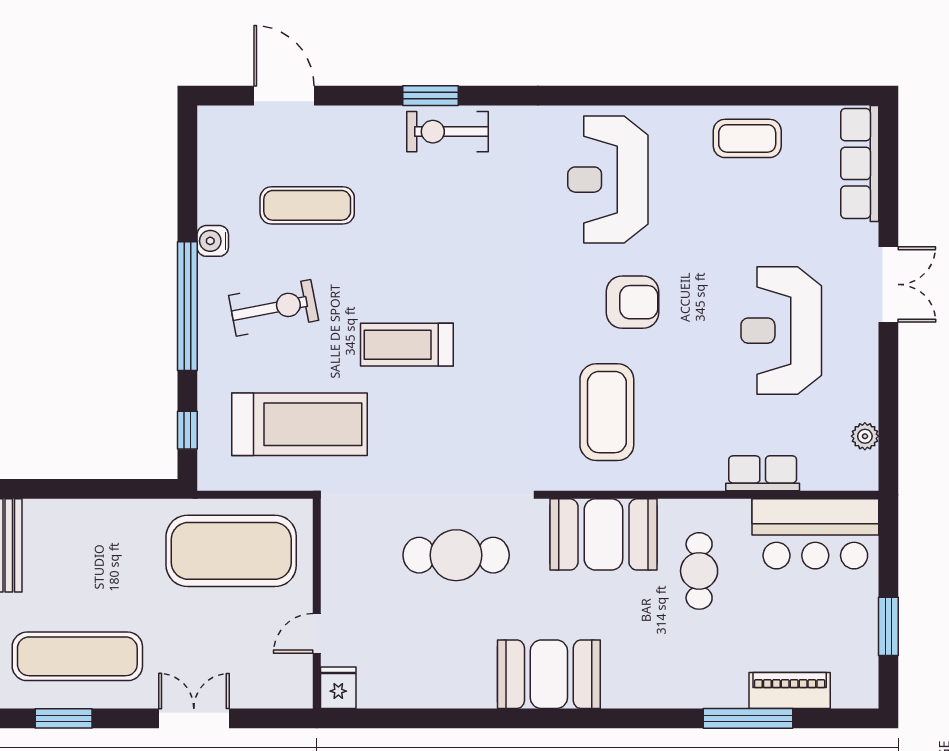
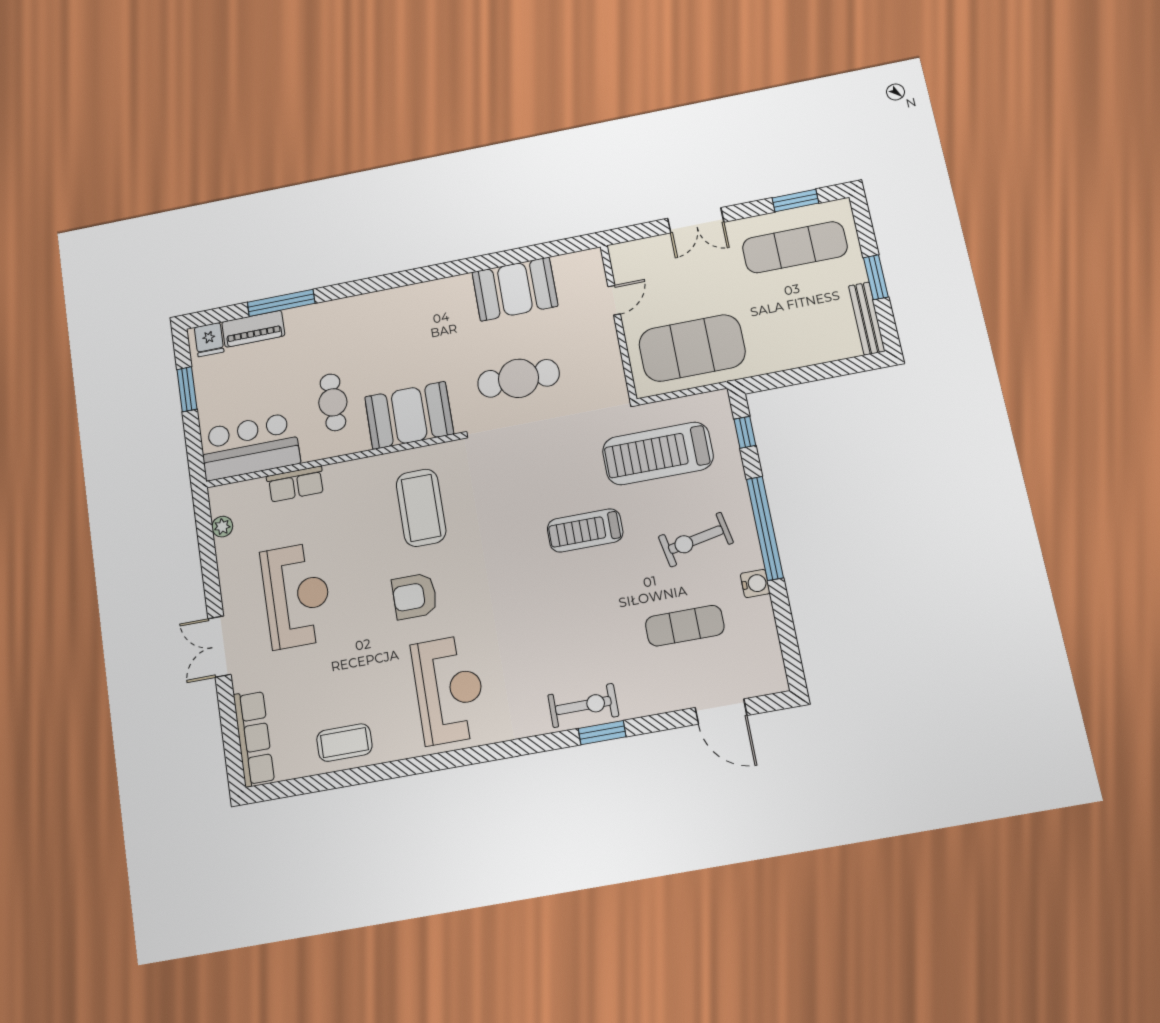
treadmill: (407, 345) -> (585, 530), turned 180
booth: (549, 674) -> (515, 289), moved
fridge: (338, 688) -> (209, 340), moved

